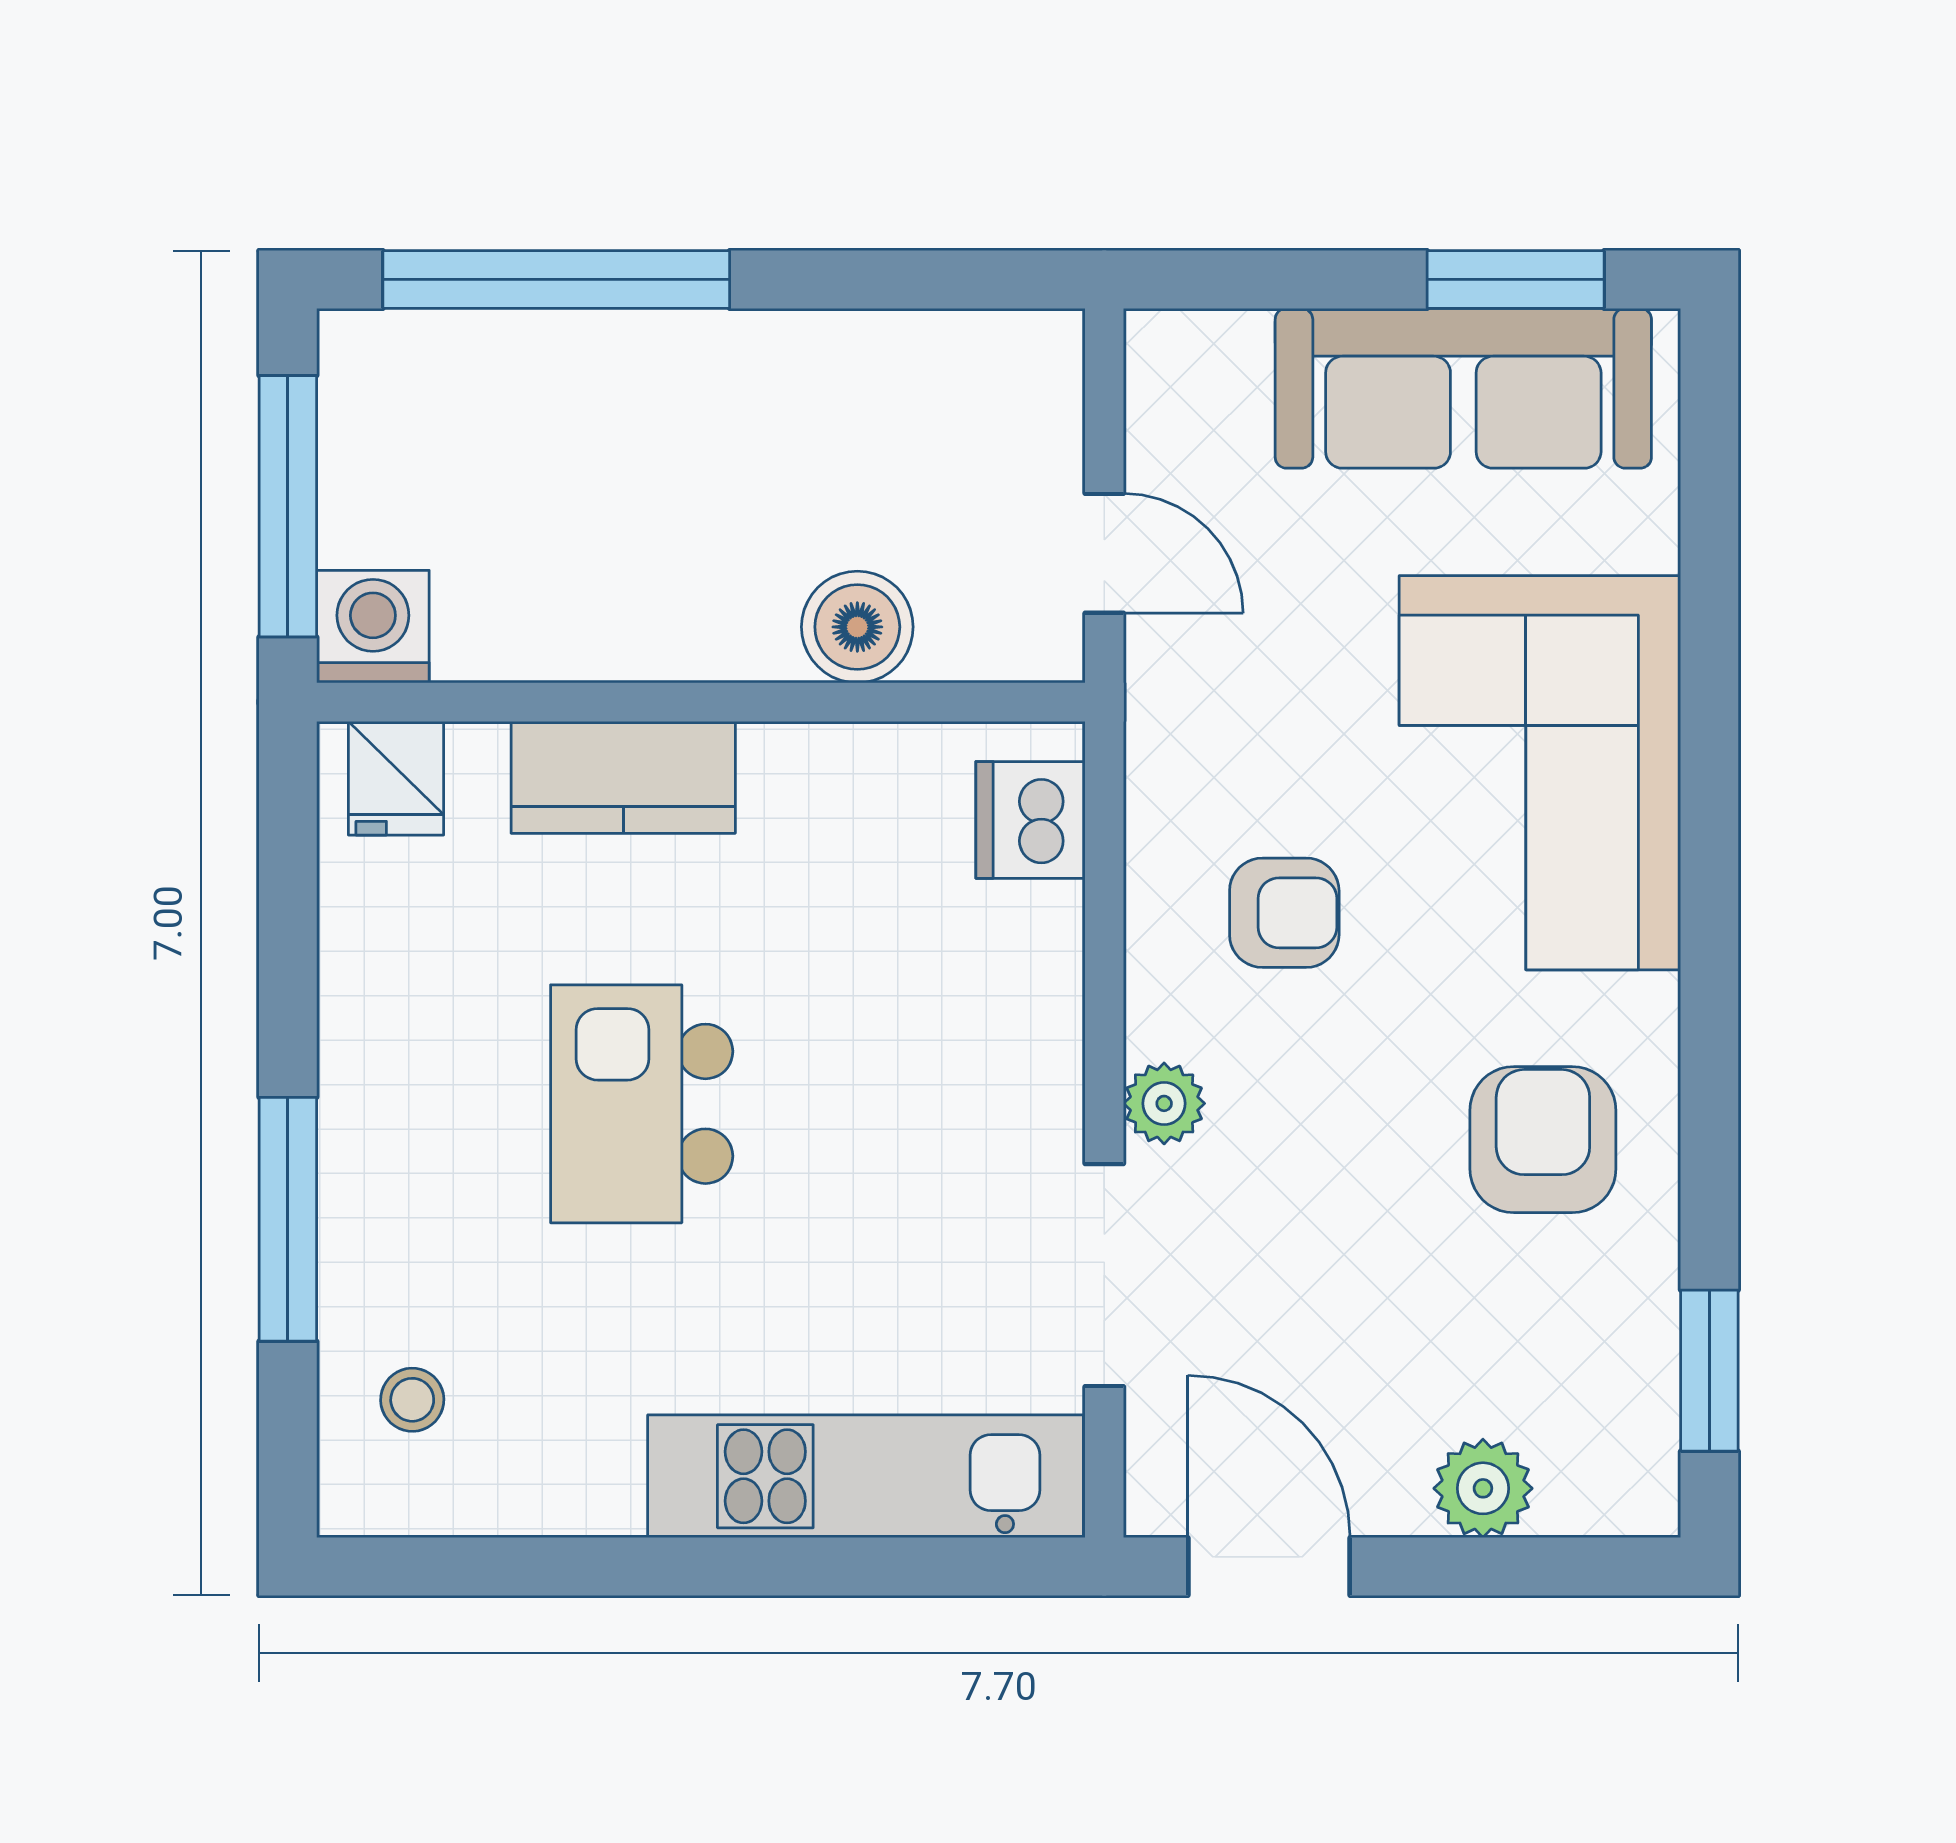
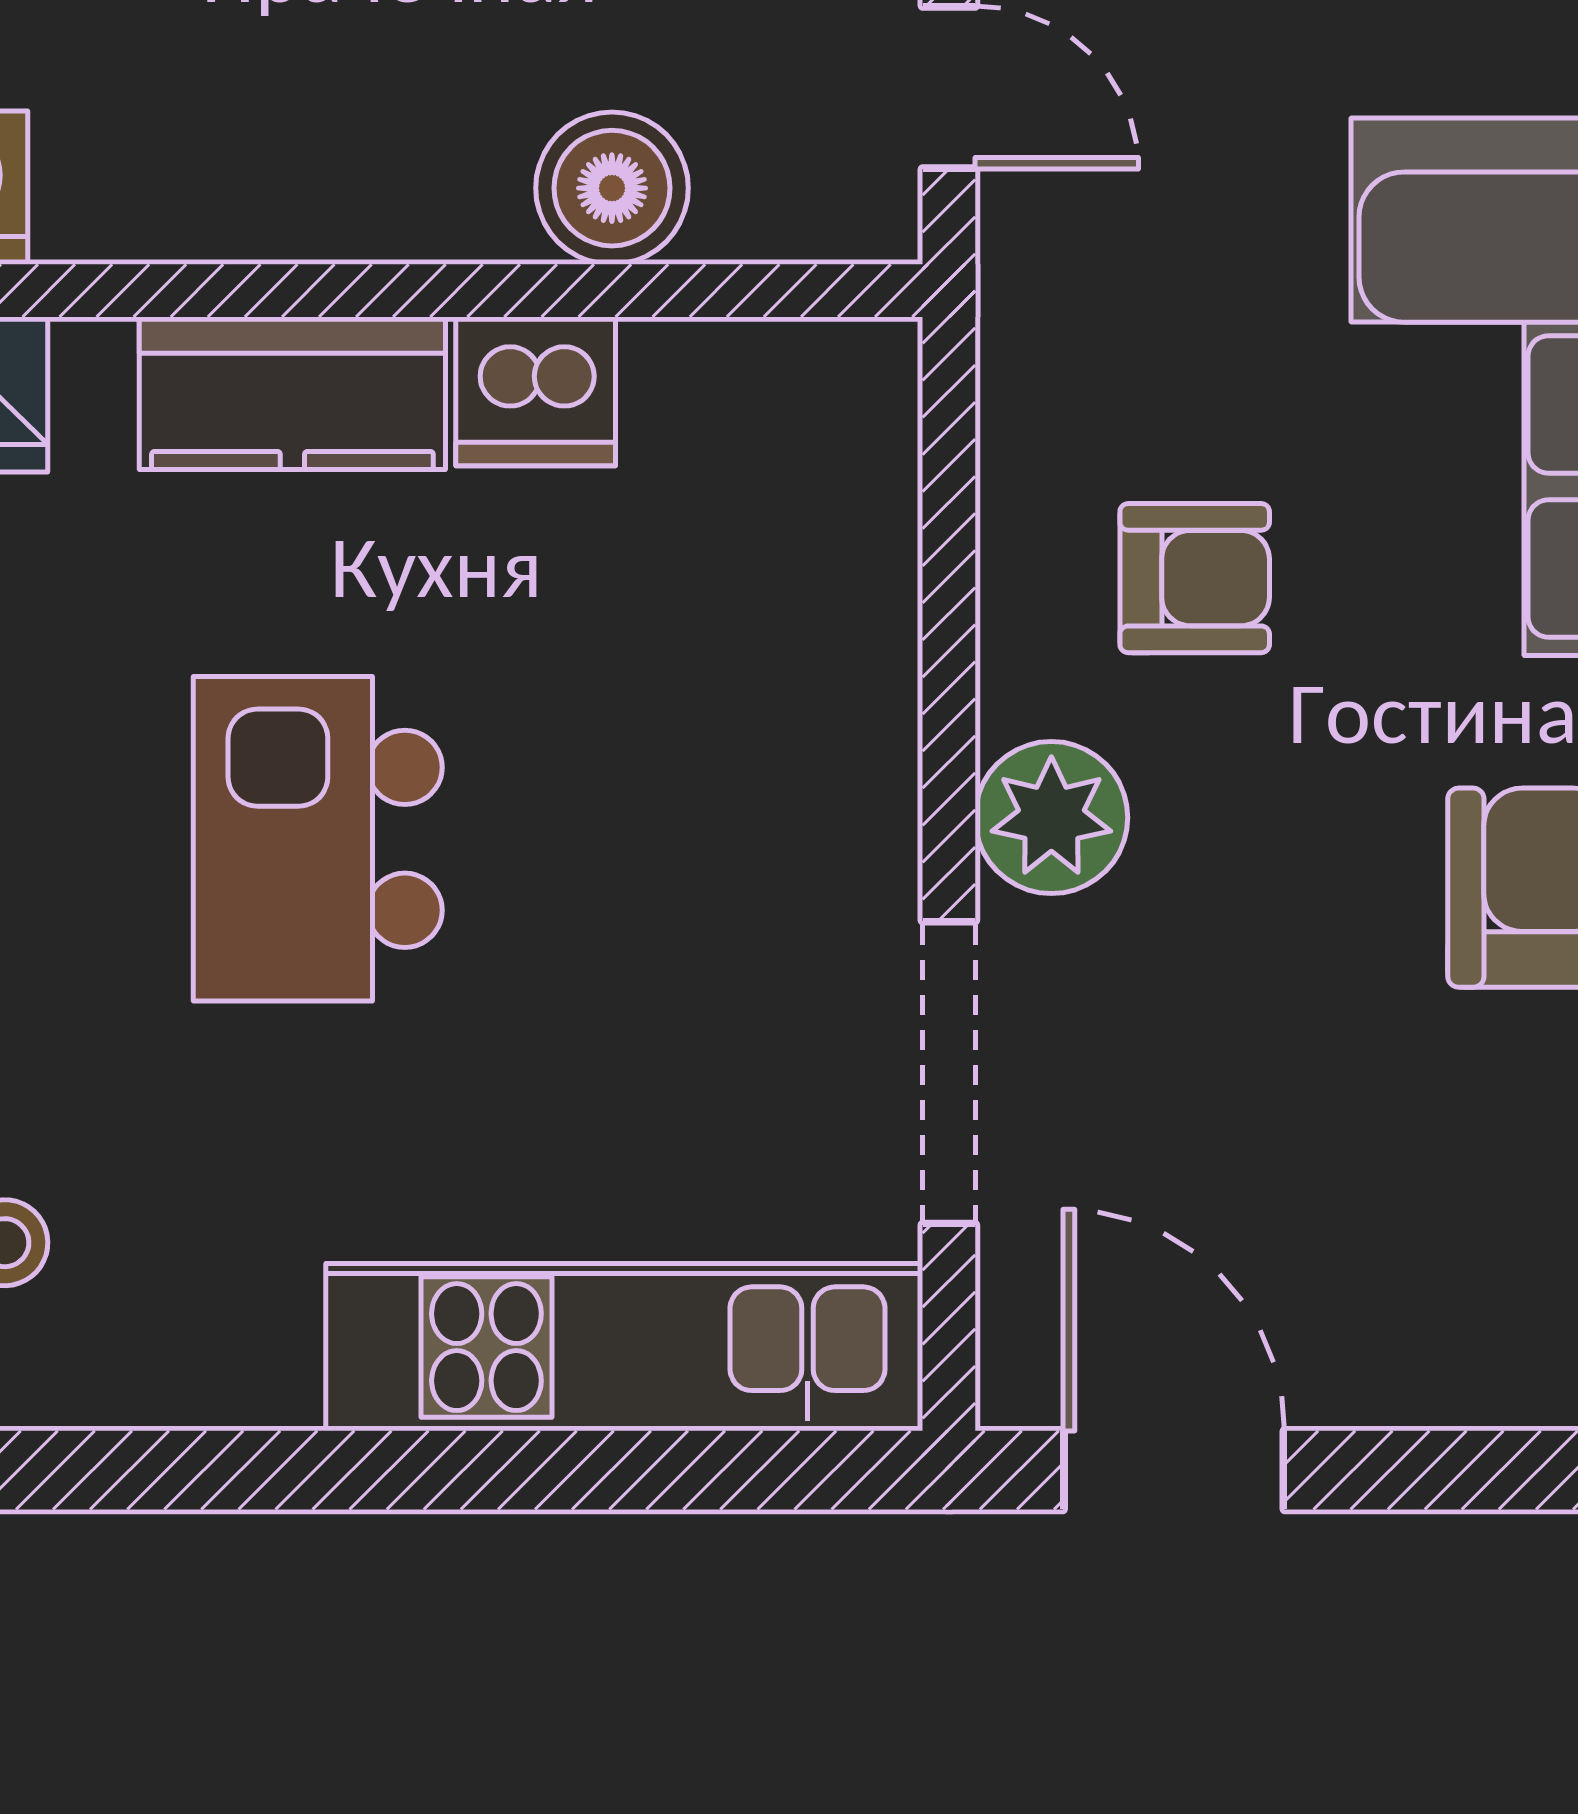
dishwasher: (1030, 820) -> (536, 391), moved, turned -90
plant: (1164, 1103) -> (1051, 818), width x1.38, depth x1.38
plant: (1483, 1488) -> (1466, 1364), removed

